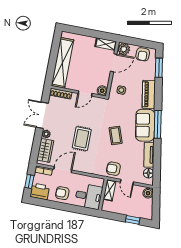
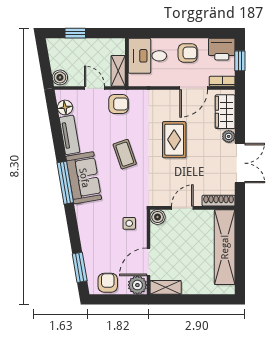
piano: (149, 94) -> (87, 225), removed

